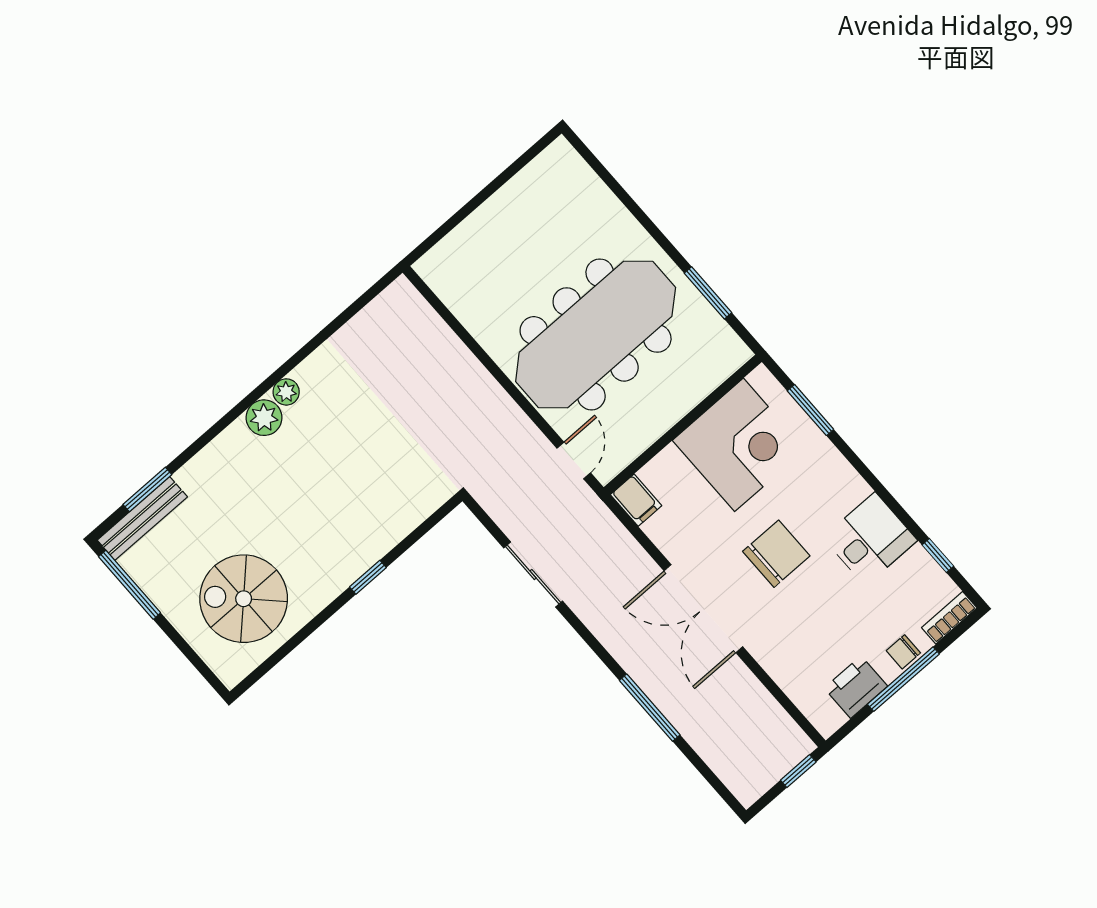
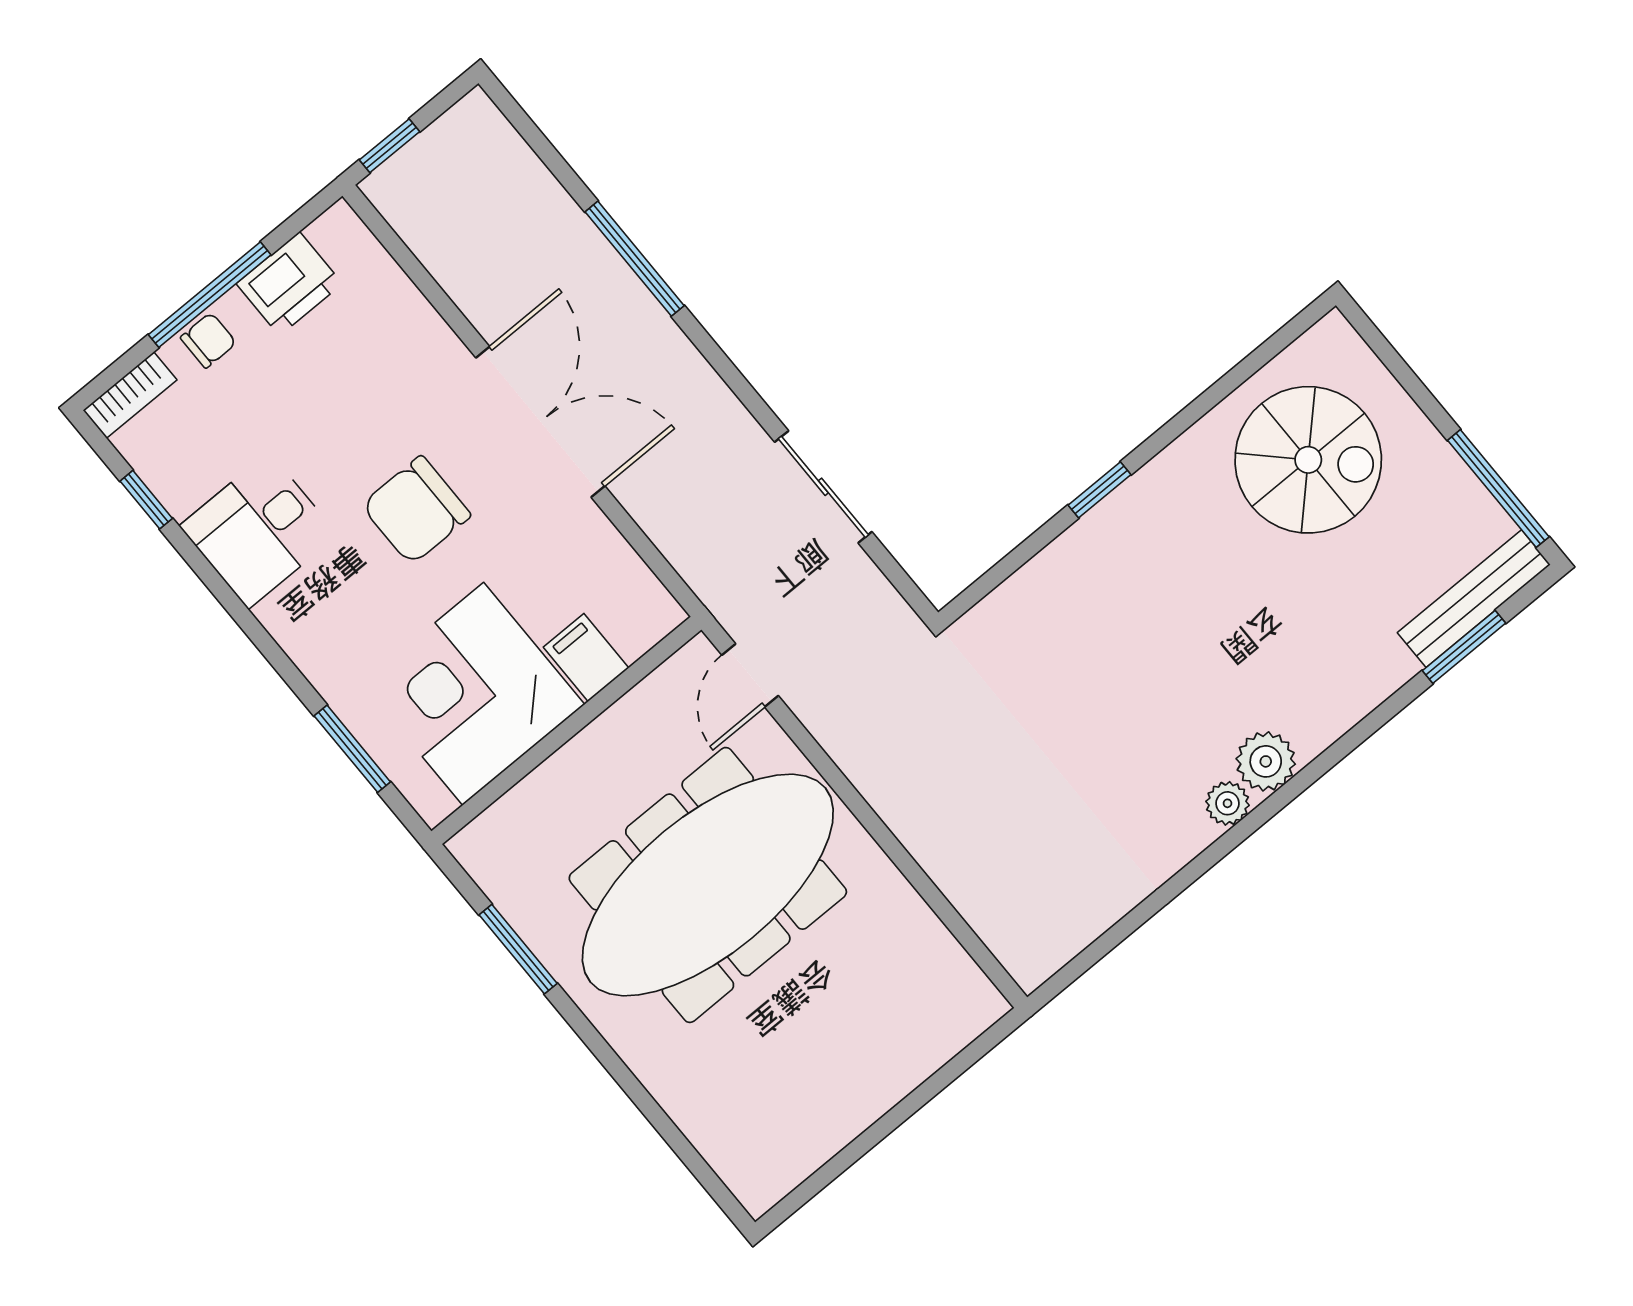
filing cabinet: (636, 500) -> (586, 657), moved

